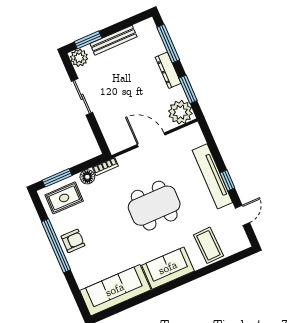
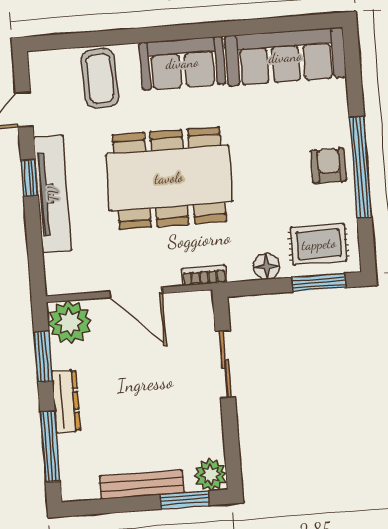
sliding door: (82, 97) -> (225, 364), moved
bookcase: (105, 167) -> (204, 275), moved
dining table: (154, 206) -> (169, 178), width x1.36, depth x1.24
armchair: (73, 241) -> (329, 166), turned 90

